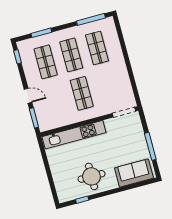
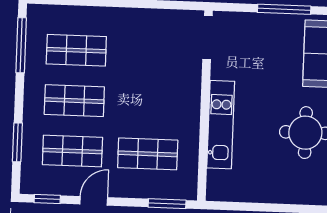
shop shelf: (82, 93) -> (148, 154), moved
door: (28, 96) -> (94, 201), moved
kitchen unit: (74, 135) -> (221, 125), width x0.73

